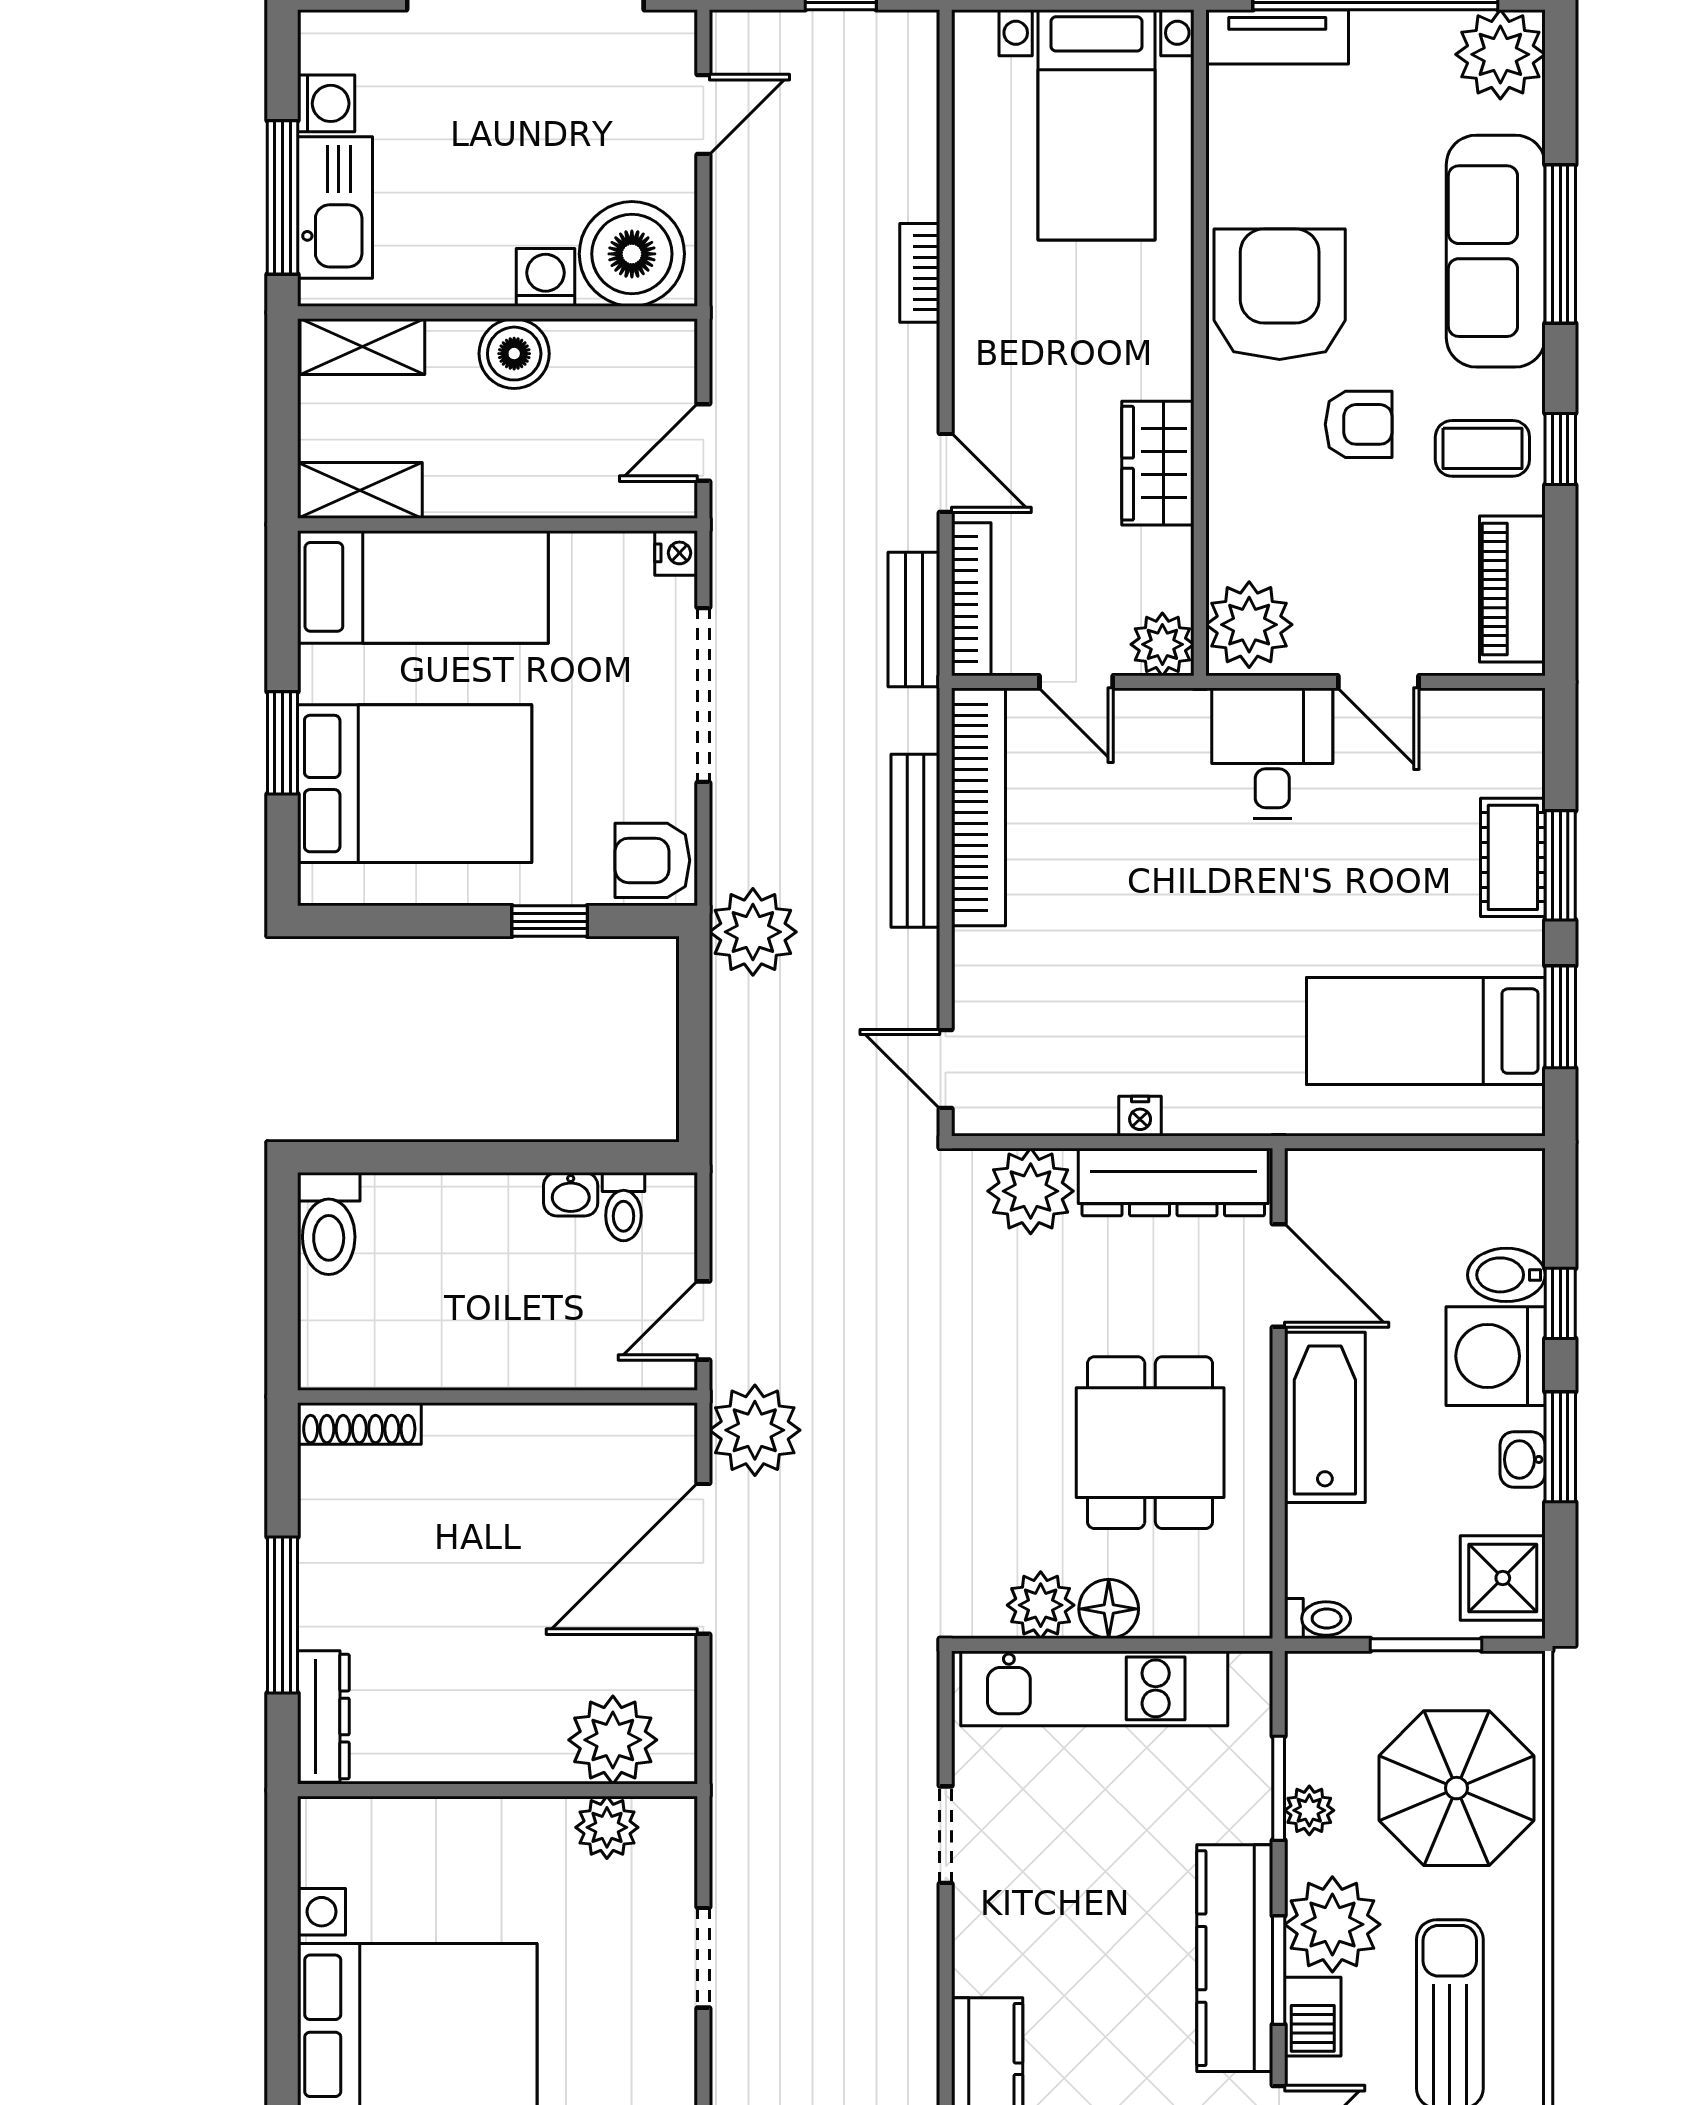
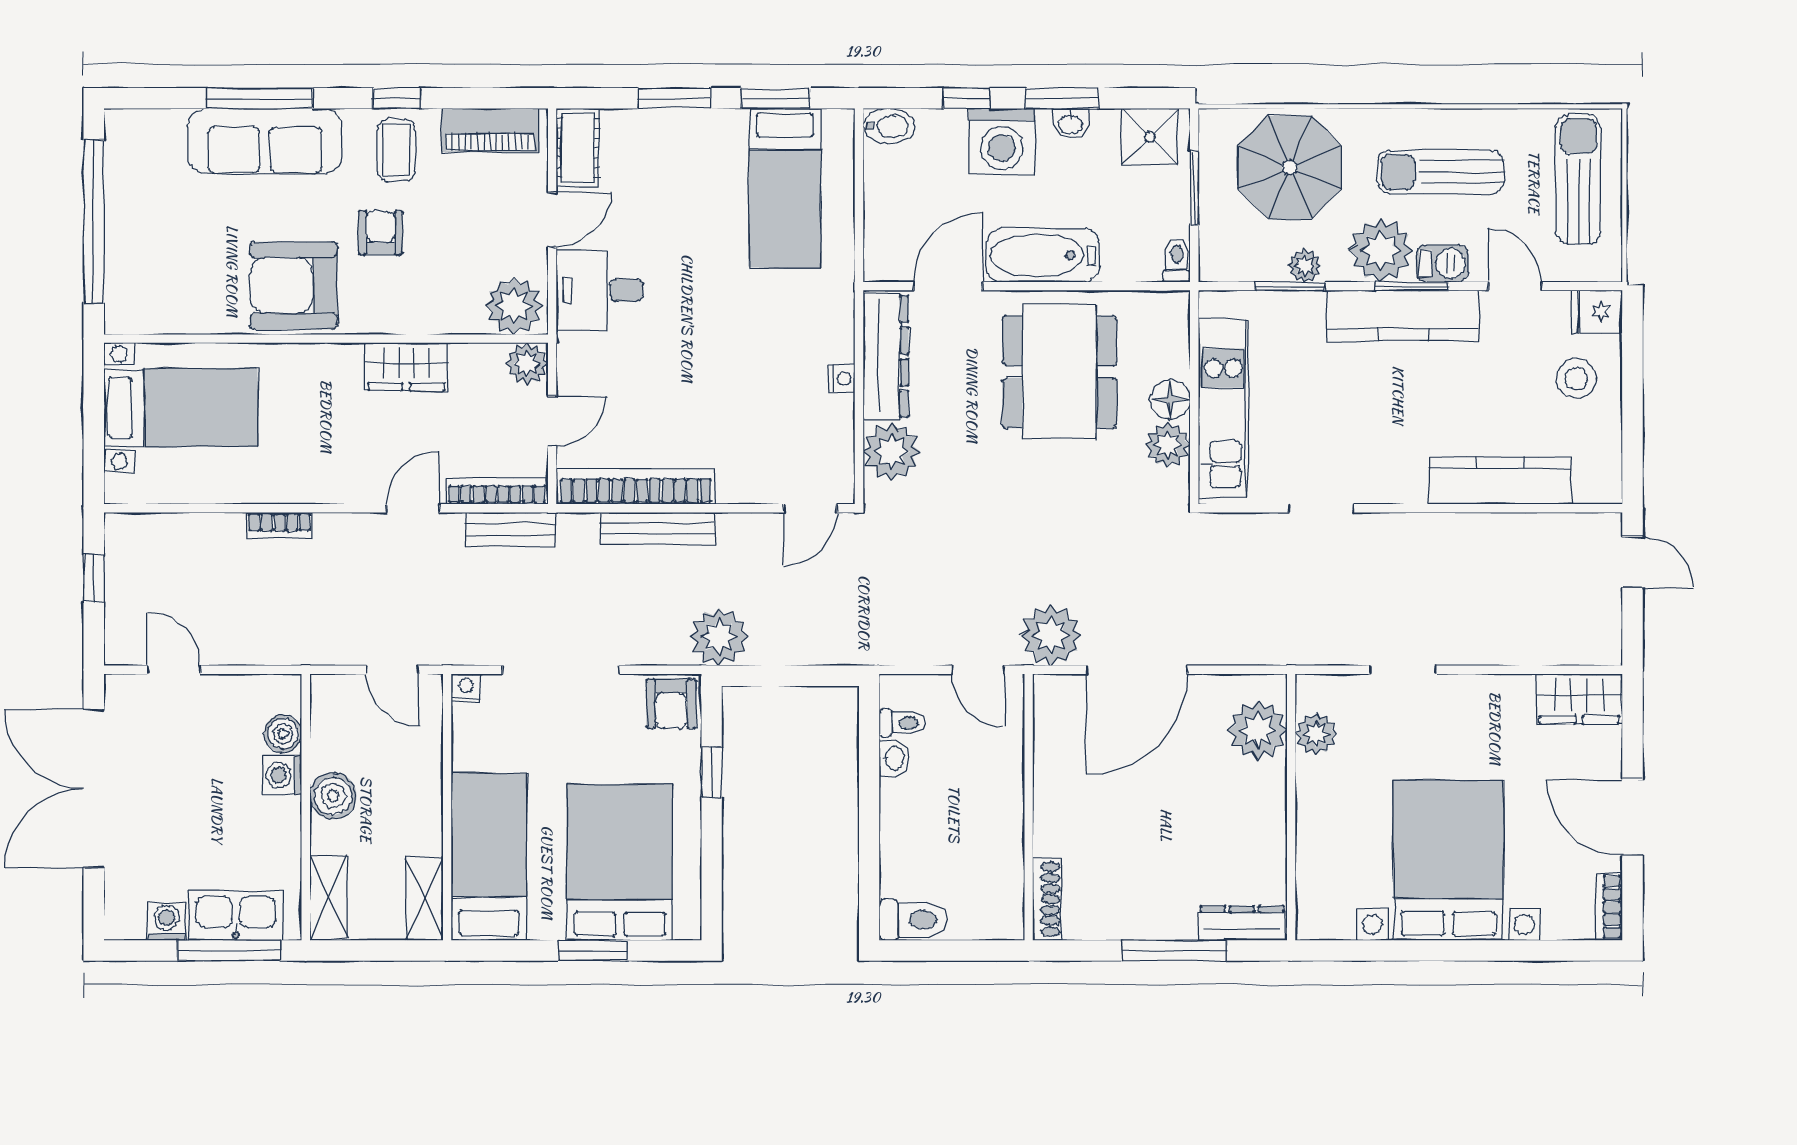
tv unit: (1277, 37) -> (122, 287), removed
plant: (1500, 54) -> (134, 138), removed
boiler: (632, 254) -> (283, 734), width x0.54, depth x0.54
cot: (1513, 857) -> (578, 148), moved, turned 90
bidet: (1506, 1275) -> (889, 126), moved, turned -90
dining table: (1150, 1443) -> (1059, 372), width x1.38
door: (703, 1559) -> (1137, 670), hinge flipped

